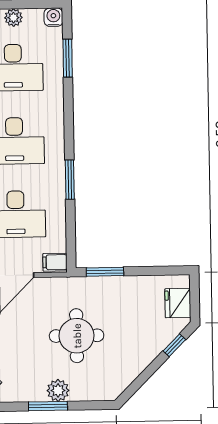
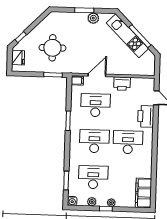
round table: (77, 336) -> (52, 48), moved
plant: (58, 390) -> (93, 18), moved

